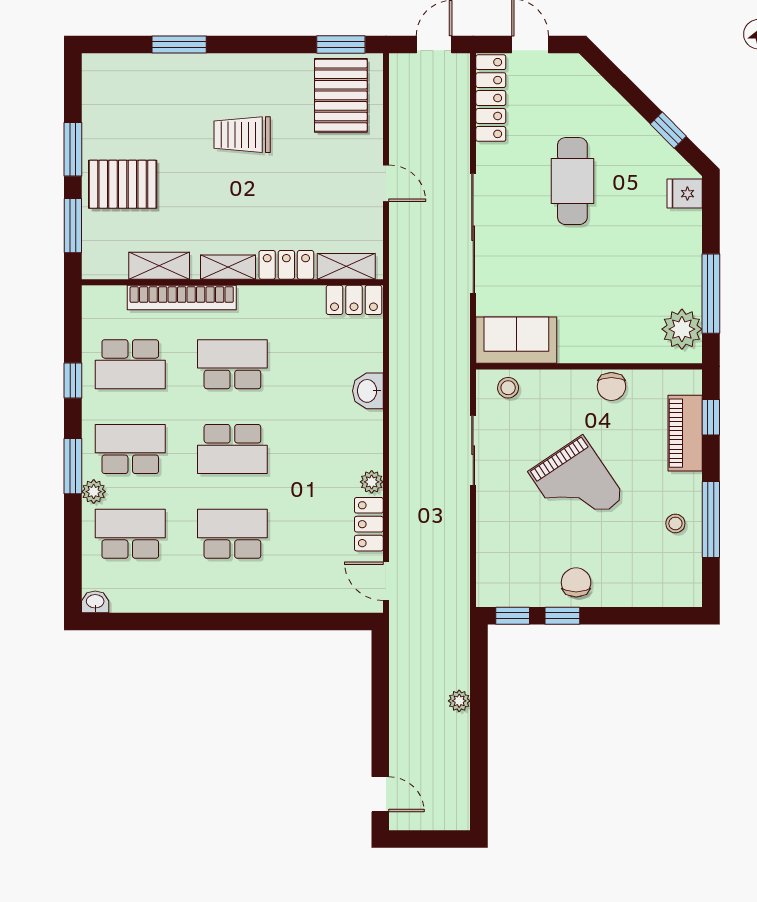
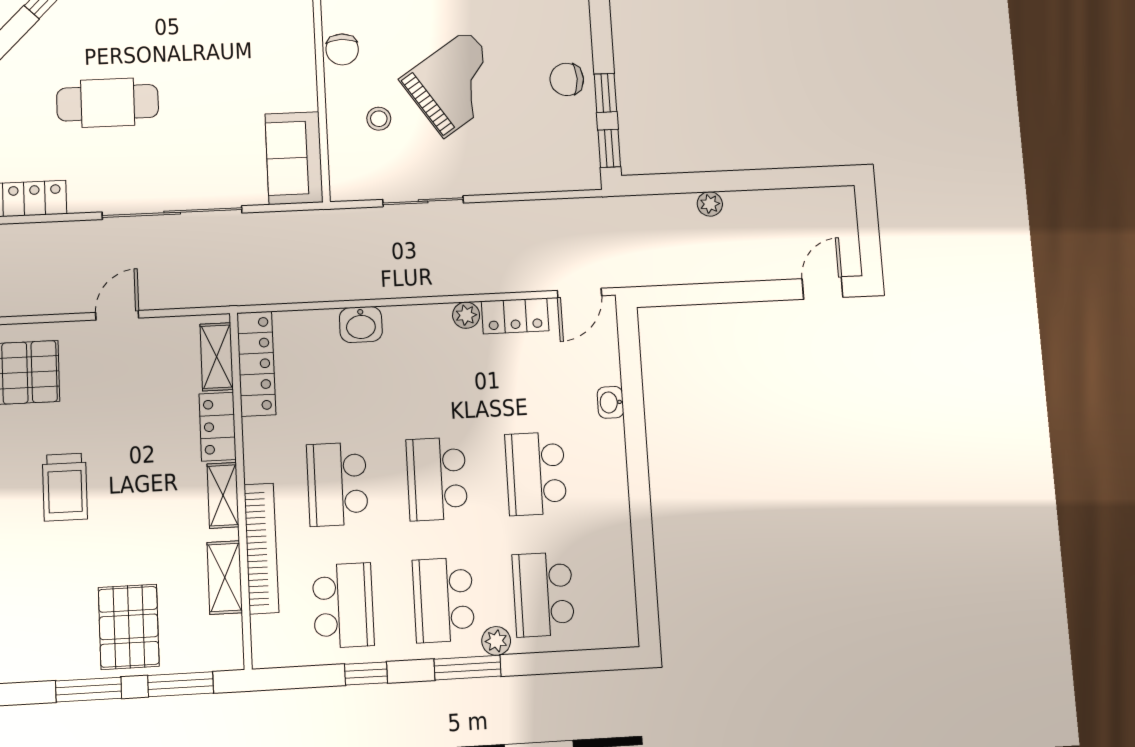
locker: (354, 300) -> (256, 364), width x1.53
chair: (611, 387) -> (342, 49), turned 90
stool: (508, 388) -> (379, 119), moved
school desk: (232, 449) -> (437, 479), turned 180
washbasin: (95, 602) -> (610, 402), moved

